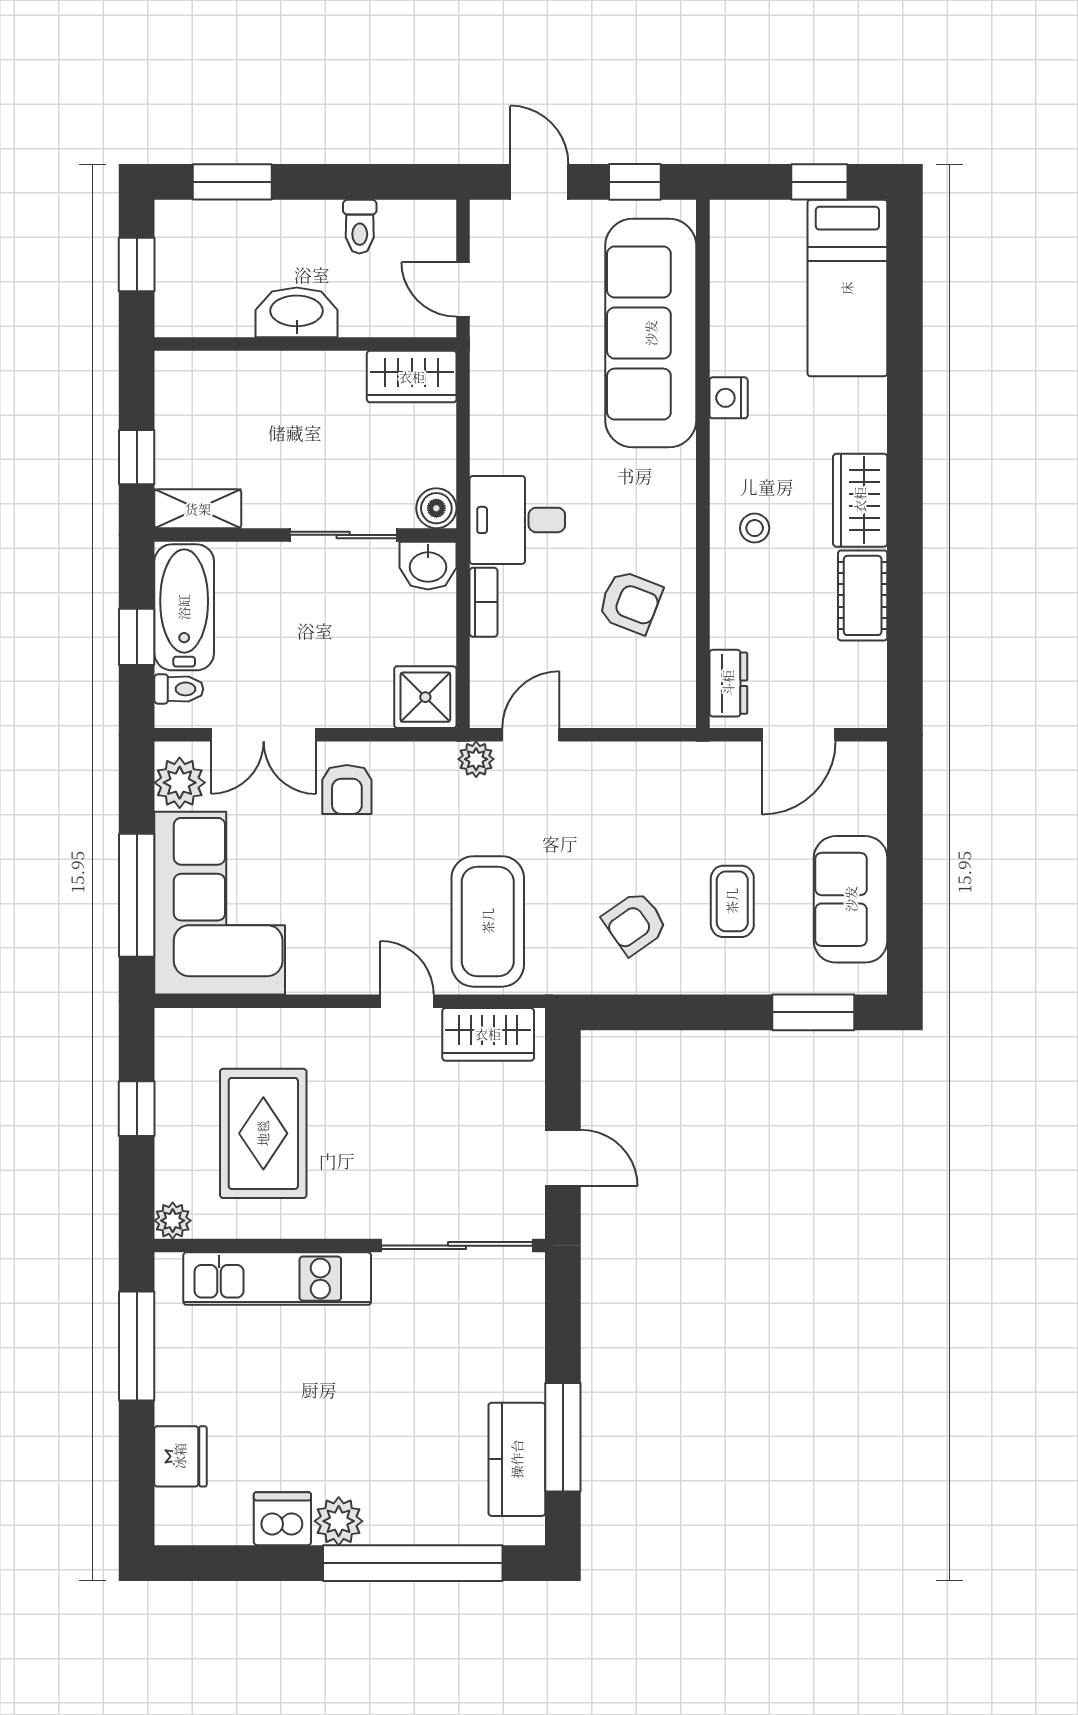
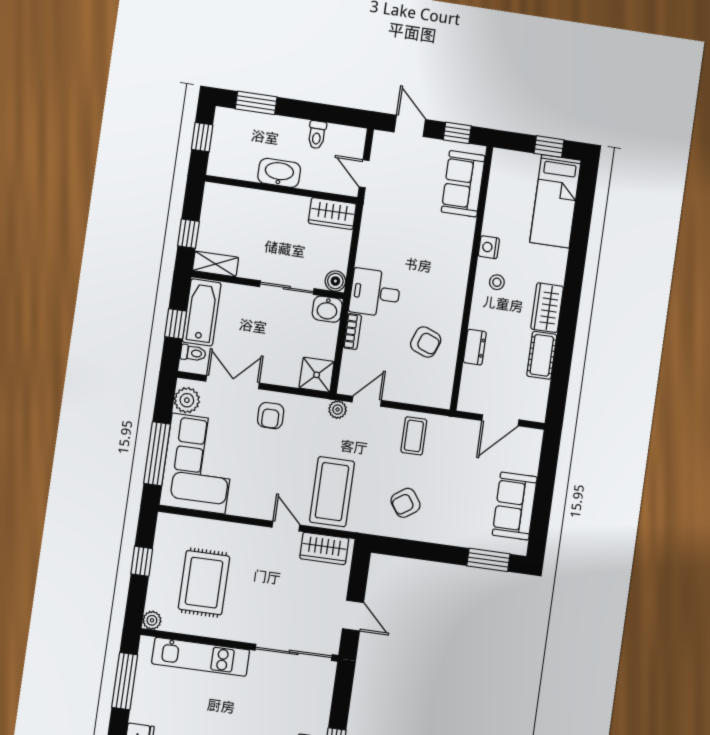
sofa: (651, 333) -> (463, 184), width x0.54, depth x0.79
stool: (755, 528) -> (497, 282), moved
dresser: (728, 683) -> (475, 347), moved
double door: (264, 735) -> (233, 382), swing flipped
coffee table: (732, 901) -> (414, 436), moved

